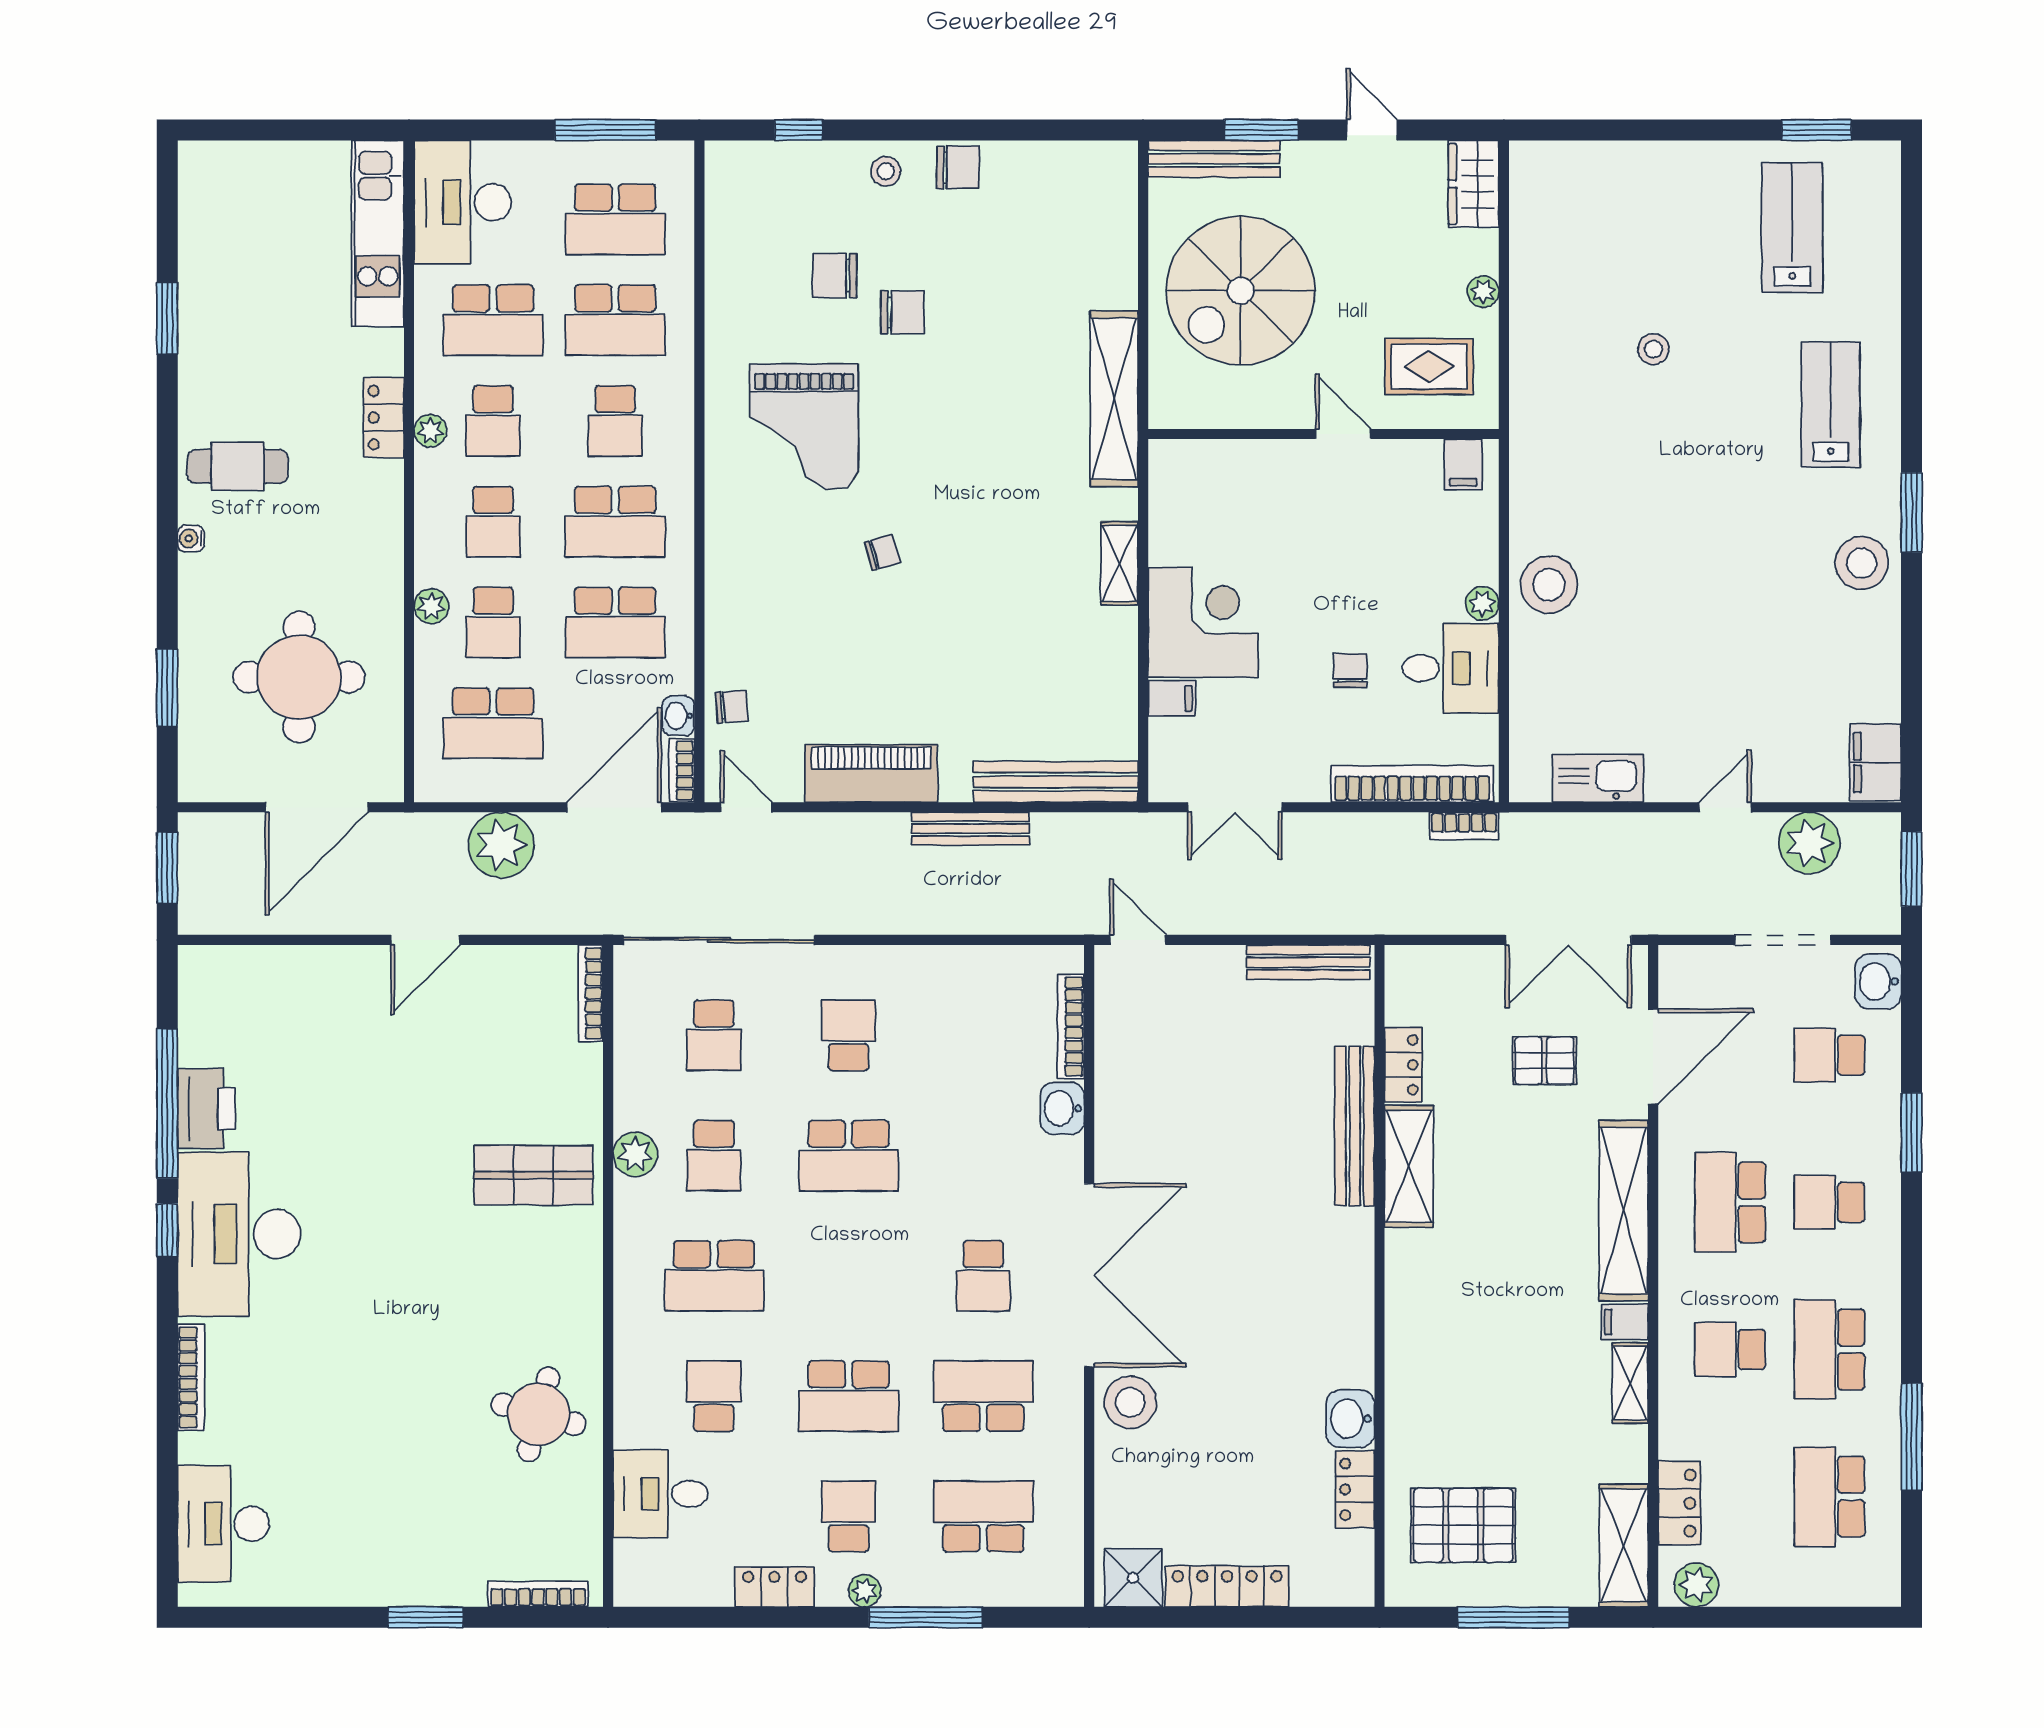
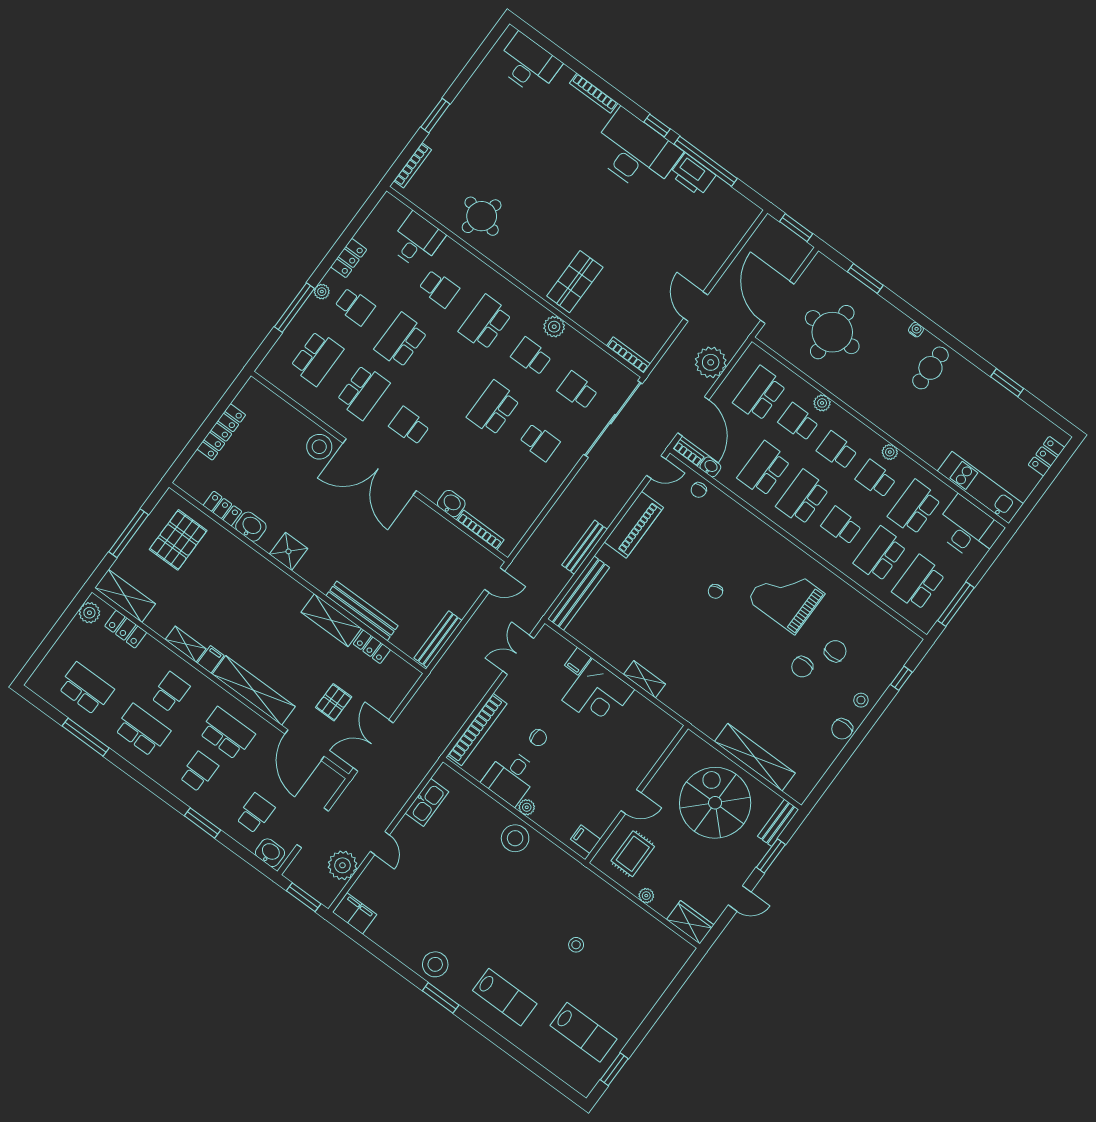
bench: (1214, 159) -> (778, 823), width x0.73
shelving: (1114, 399) -> (755, 757), moved
locker: (384, 418) -> (1046, 456), moved, turned -90
bookcase: (1464, 826) -> (446, 737), removed
shower: (1133, 1578) -> (288, 551), moved

